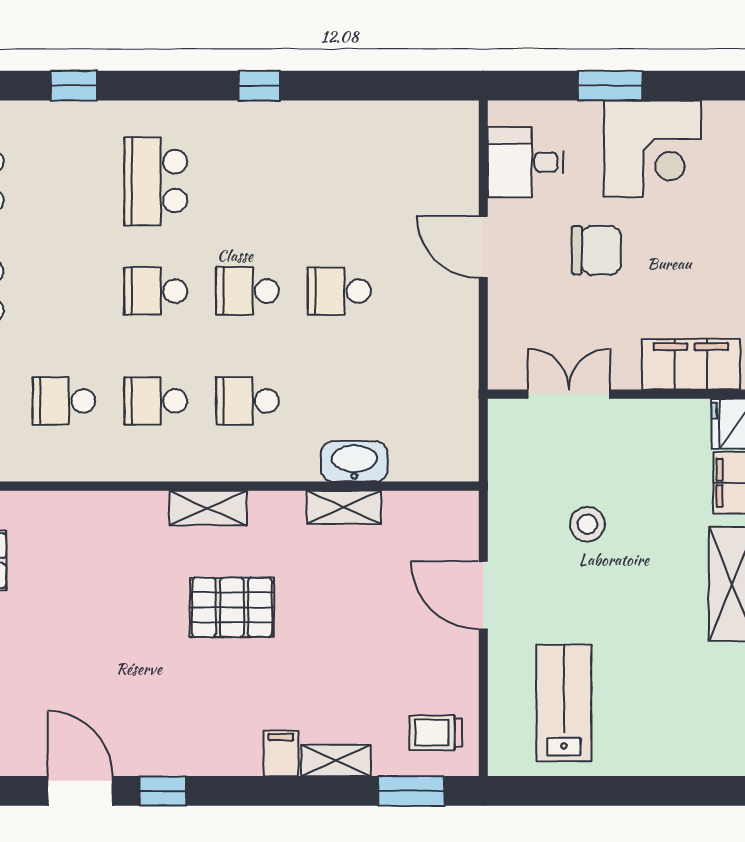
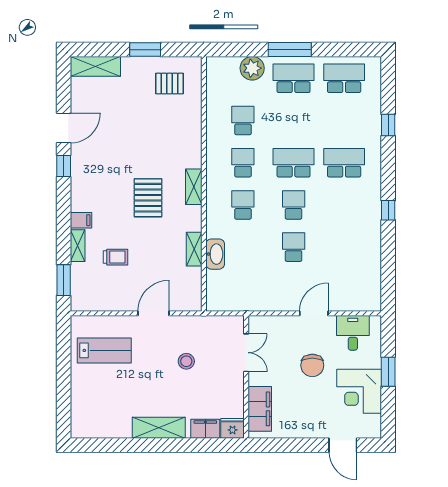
school desk: (156, 291) -> (294, 163), width x1.85
trolley: (436, 733) -> (116, 257), moved, turned 90

